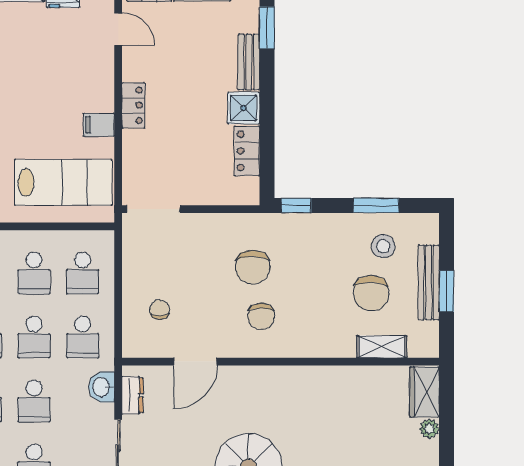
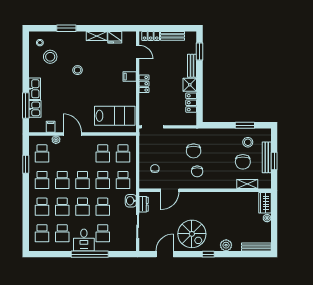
filing cabinet: (99, 125) -> (130, 77), moved
window: (296, 205) -> (212, 125), removed

